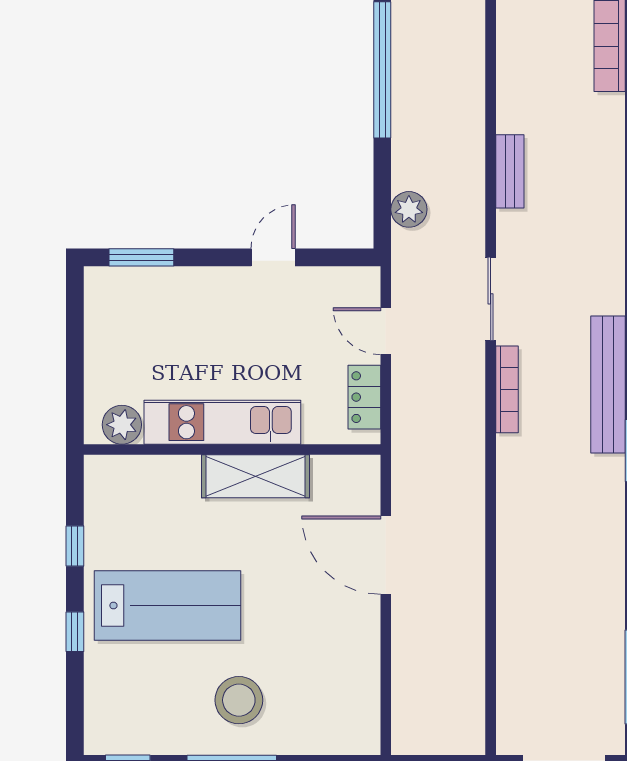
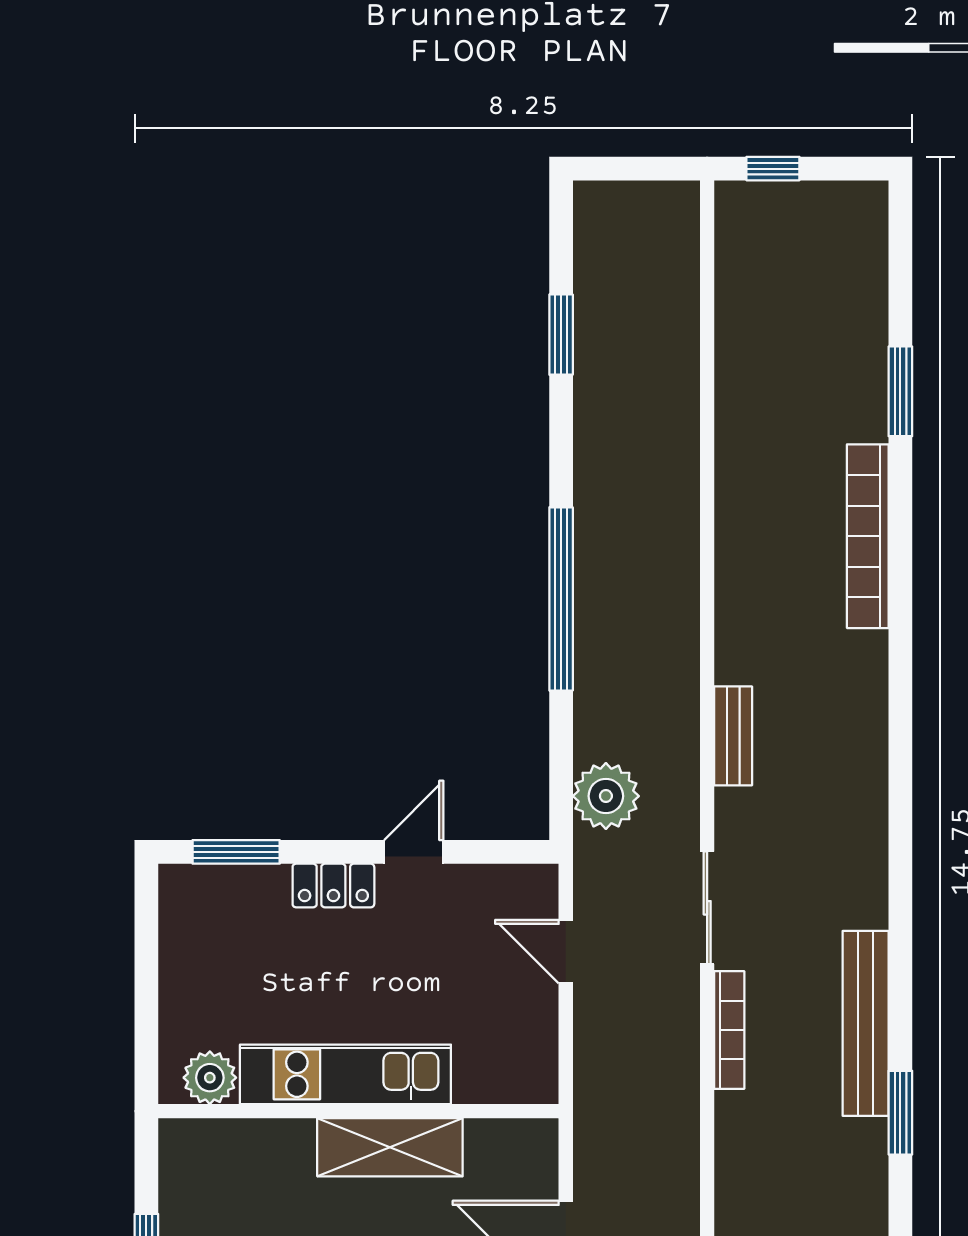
plant: (409, 209) -> (606, 796), width x1.36, depth x1.36
locker: (364, 397) -> (333, 886), moved, turned -90

